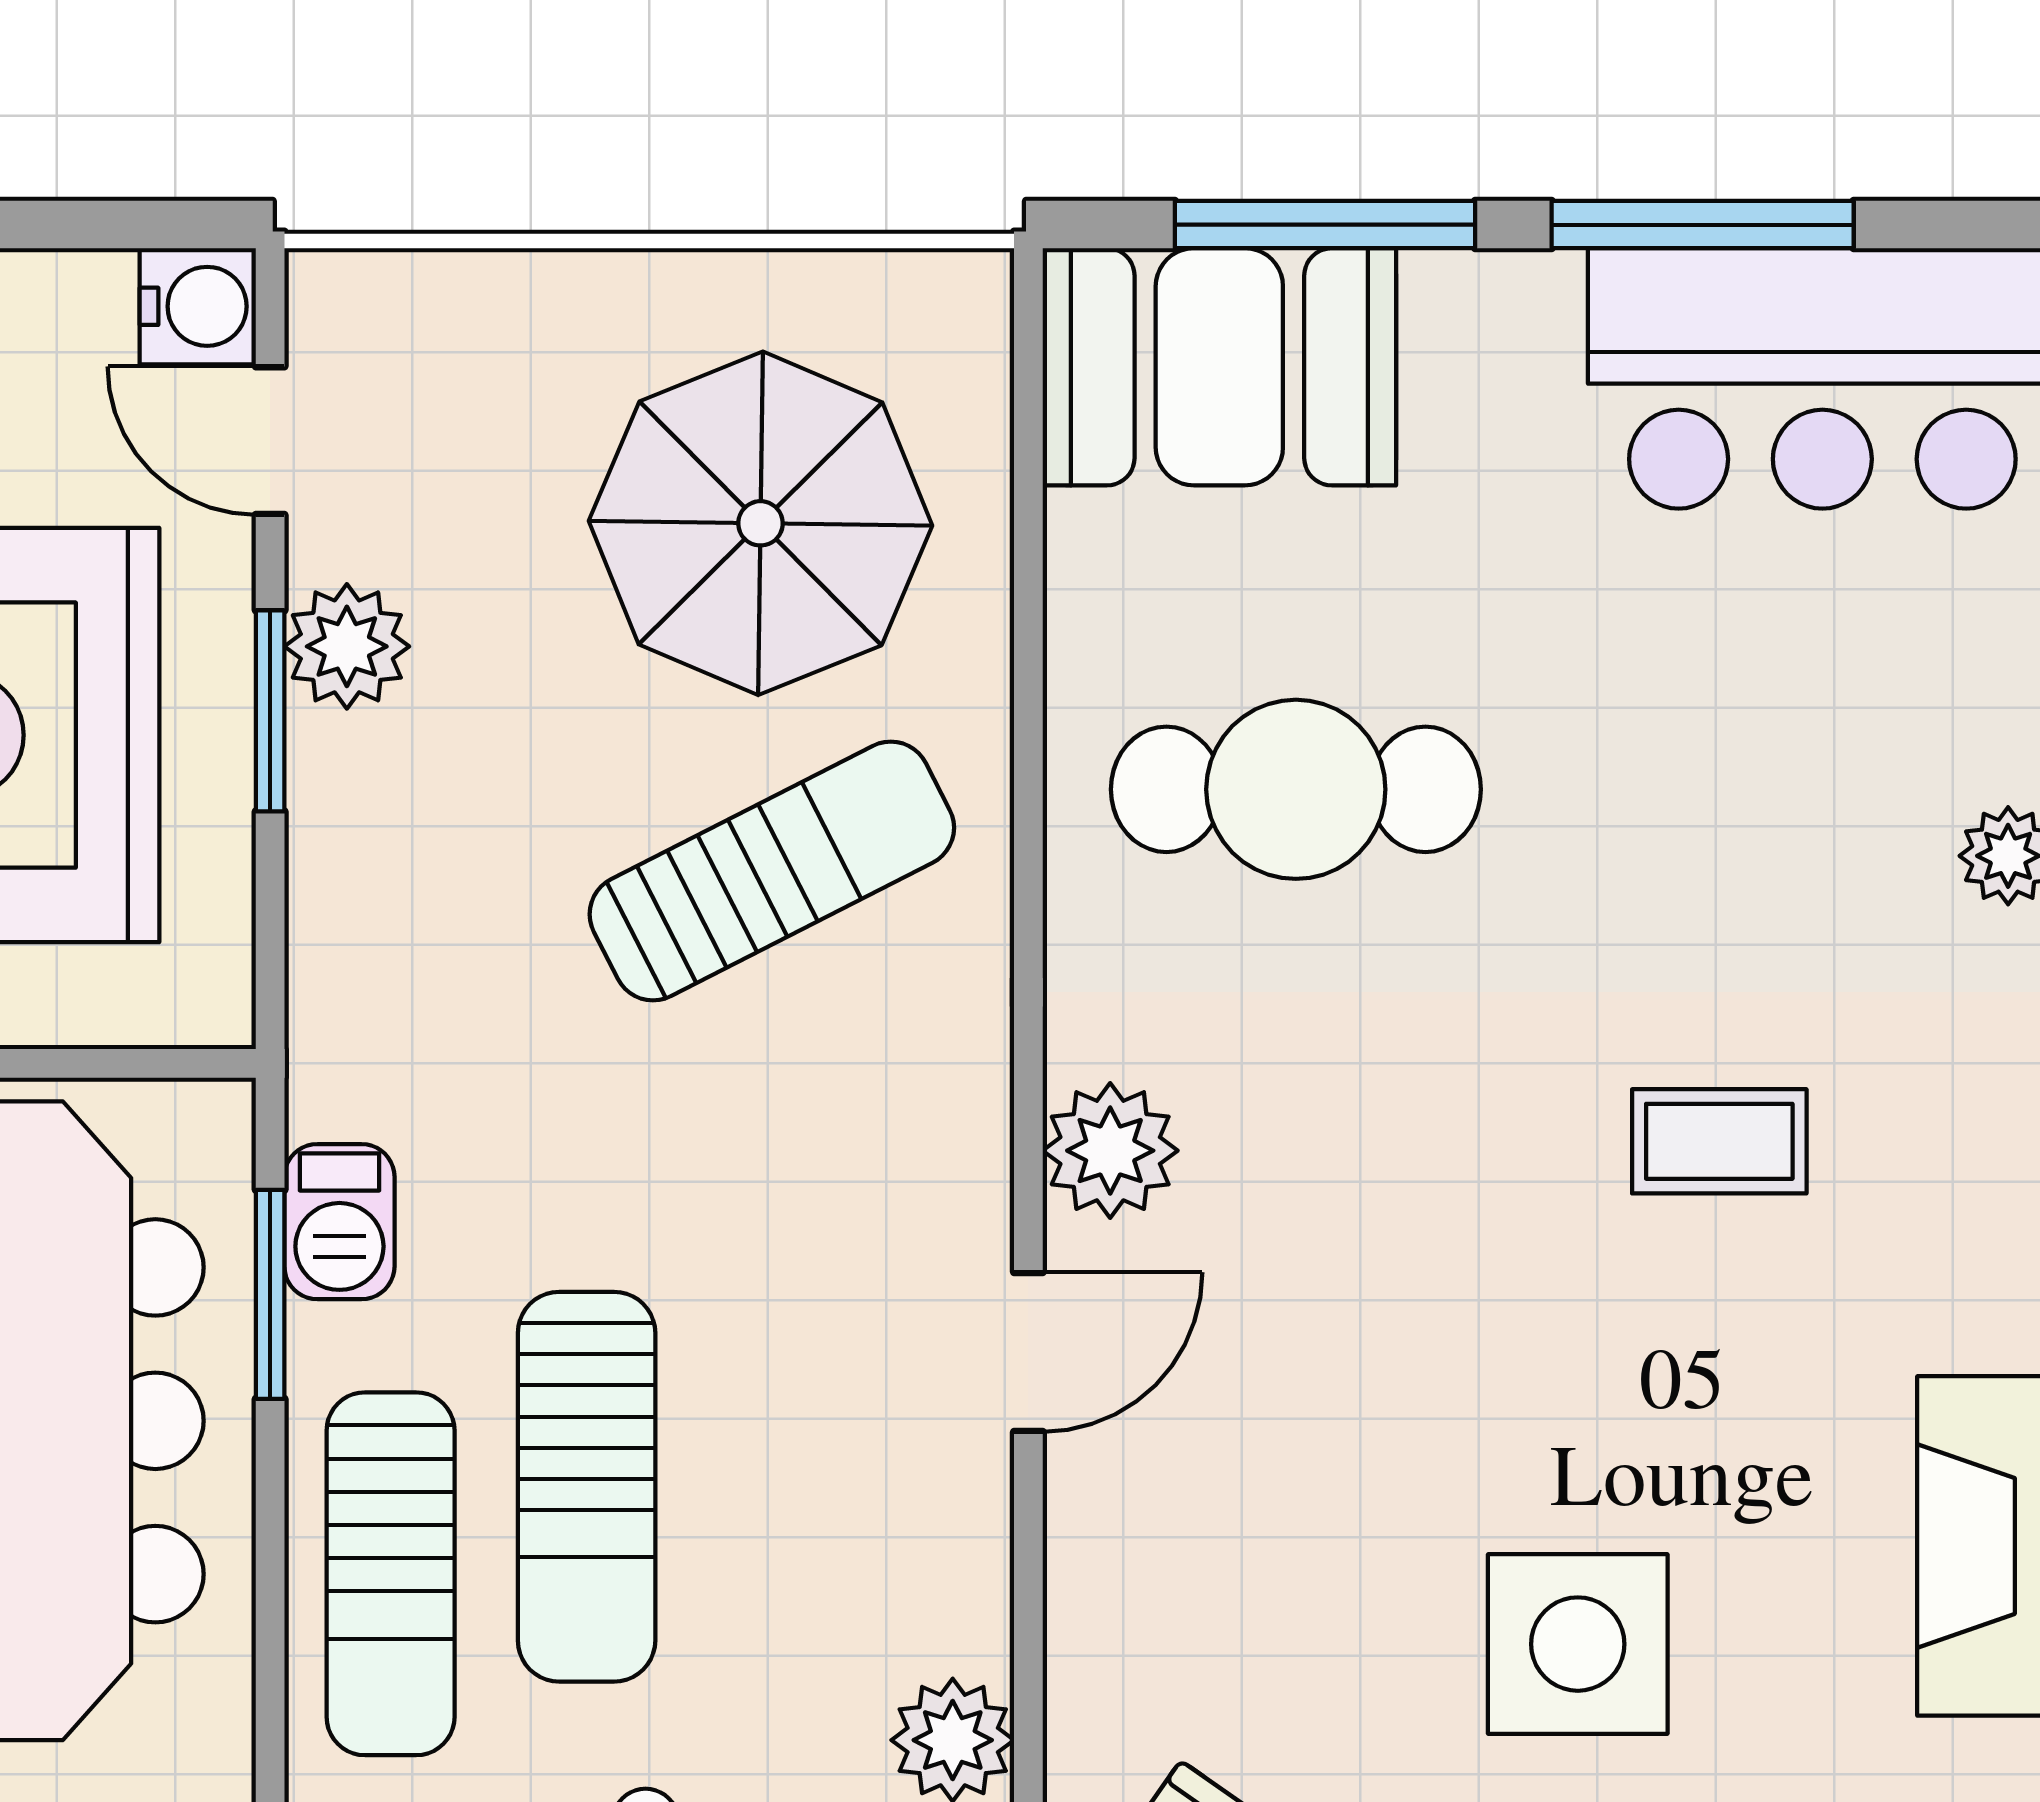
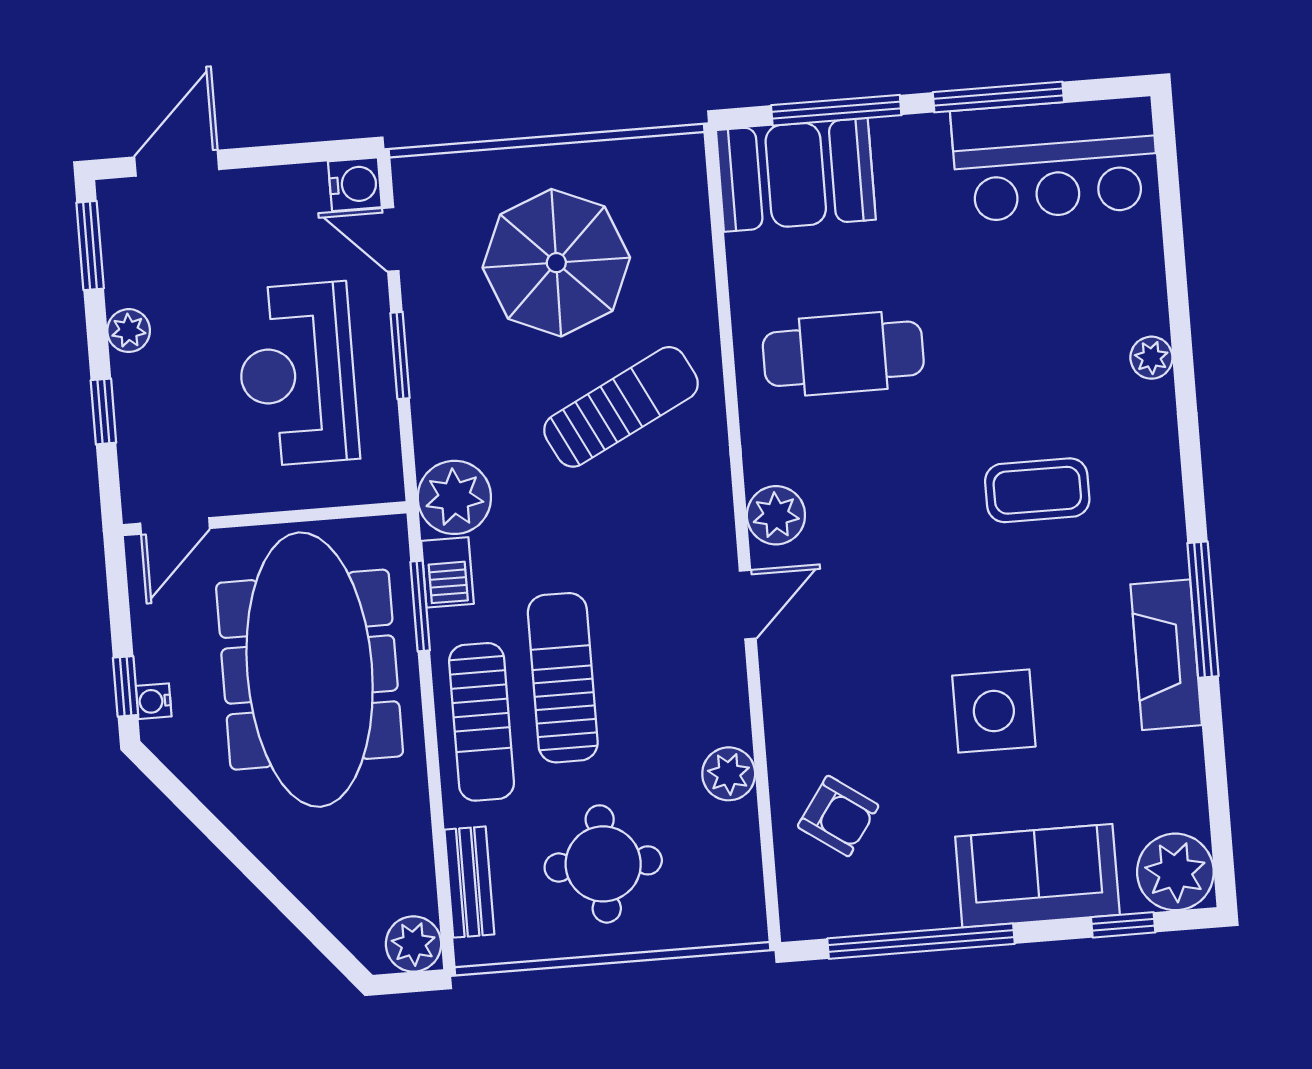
parasol: (760, 523) -> (556, 263), moved
plant: (347, 646) -> (454, 497), moved, width x1.36, depth x1.36
coffee table: (1719, 1141) -> (1037, 490), width x1.36, depth x1.30
sun lounger: (587, 1487) -> (563, 678), turned 180

